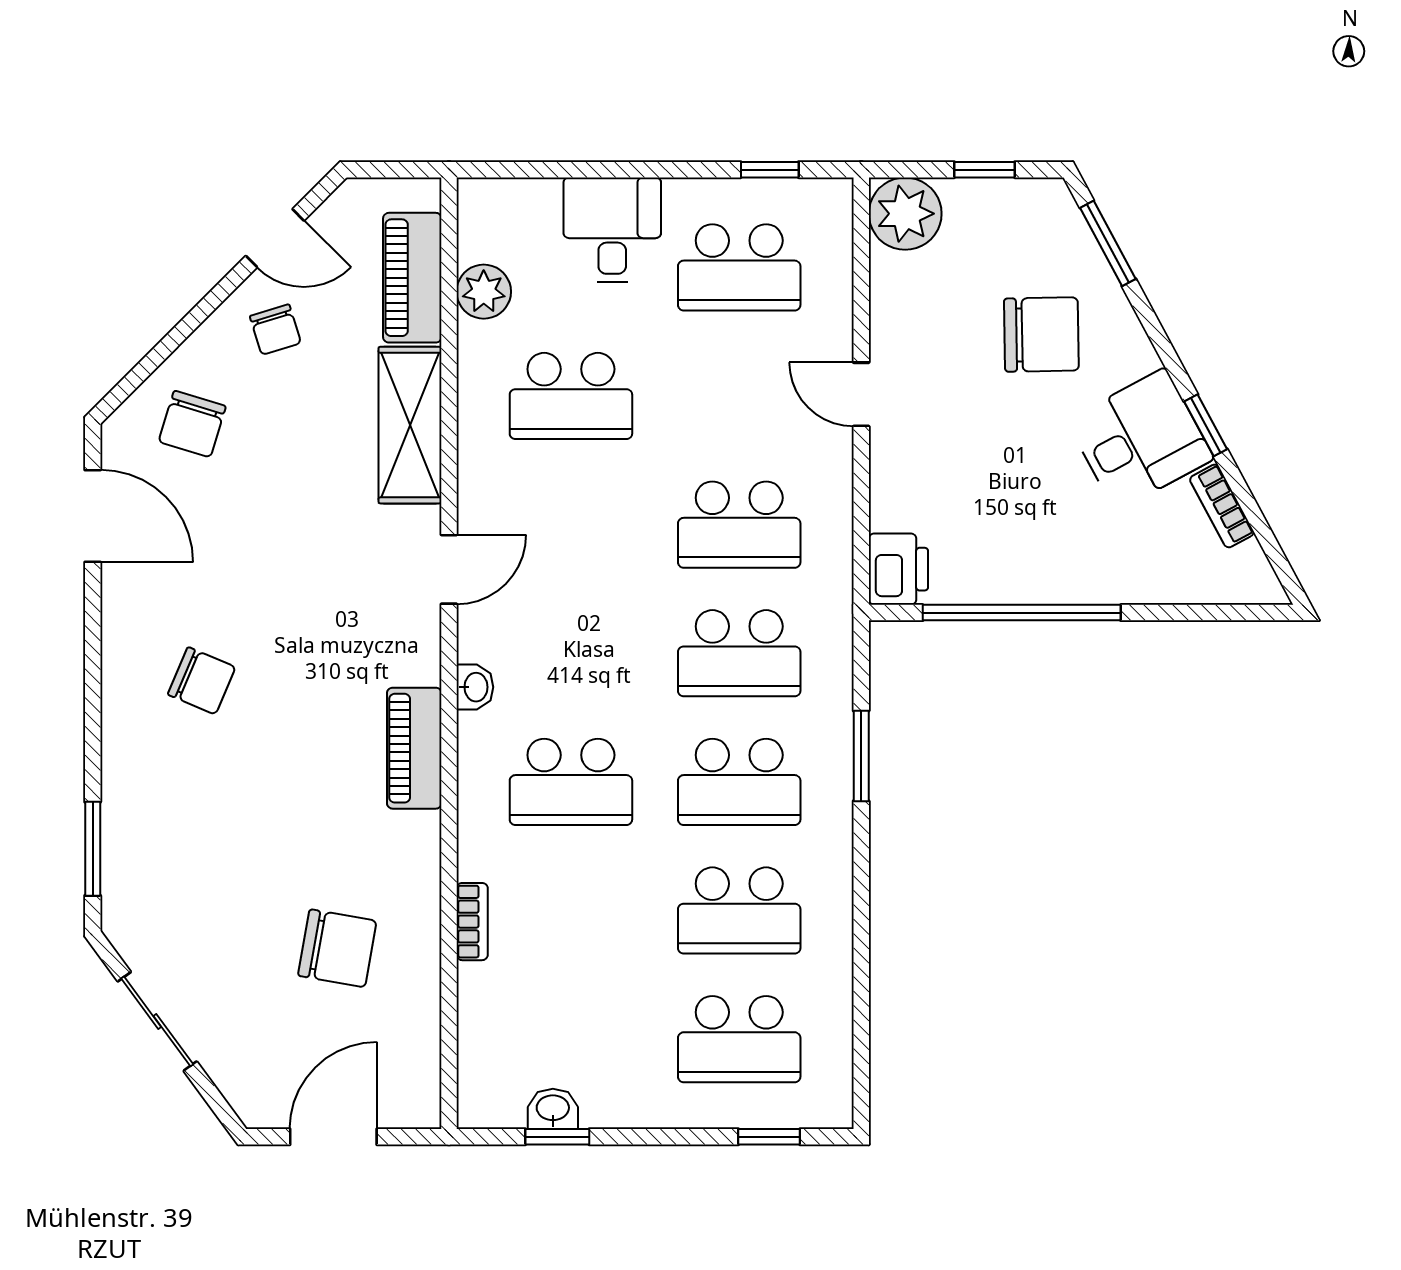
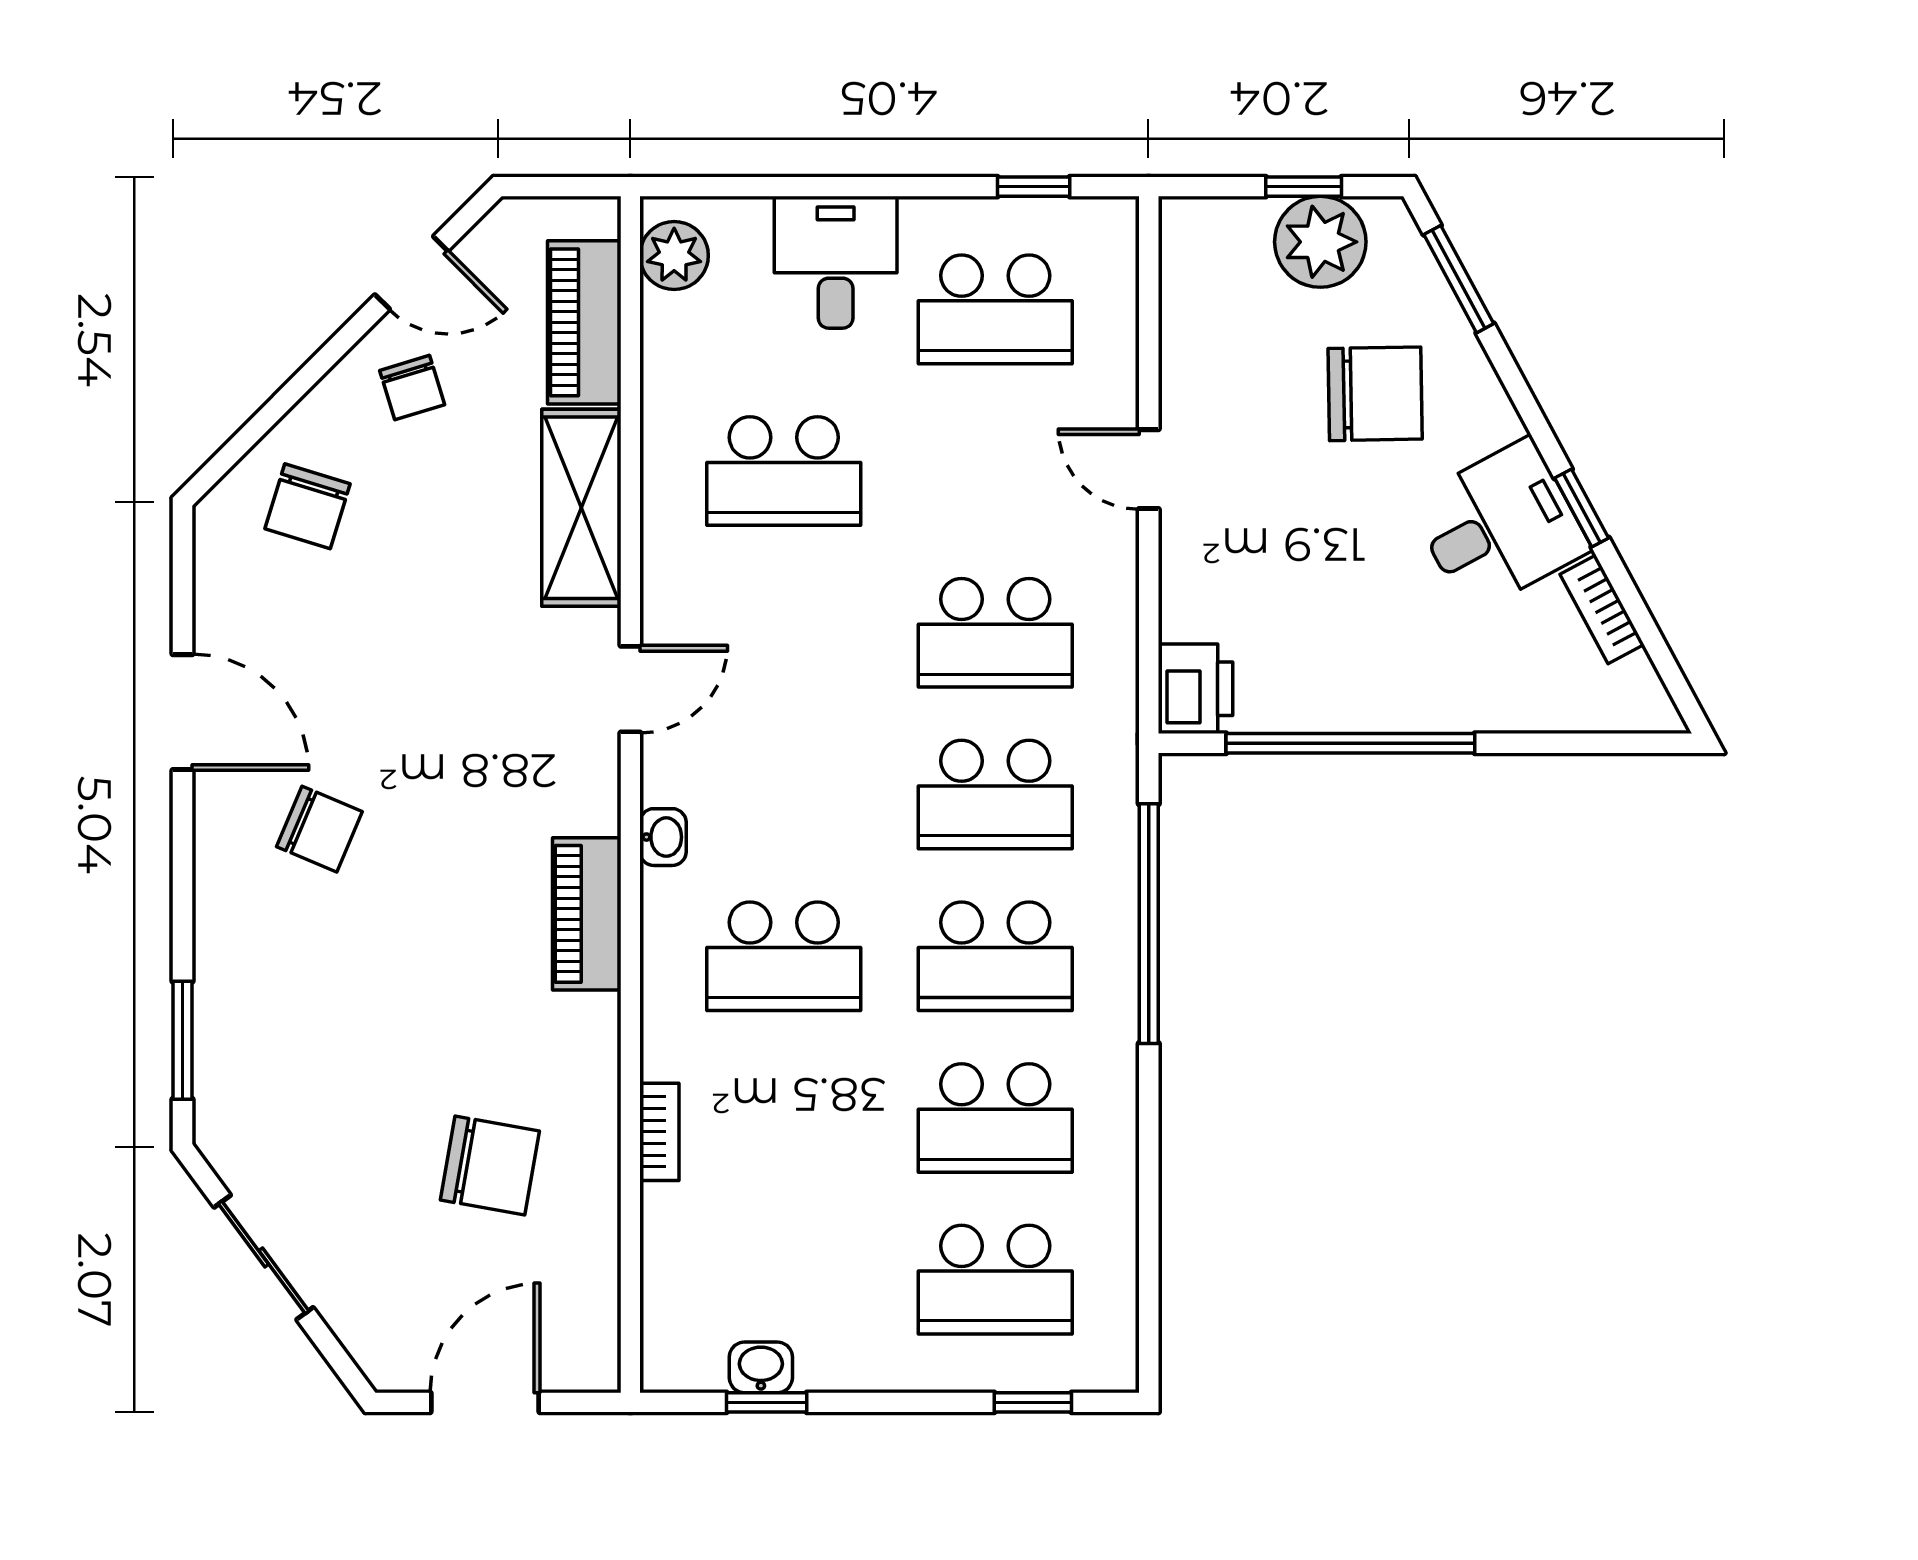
plant: (905, 214) -> (1320, 242), moved
plant: (484, 292) -> (674, 255), moved
door: (93, 516) -> (182, 712), moved
window: (861, 756) -> (1149, 924), width x2.11

